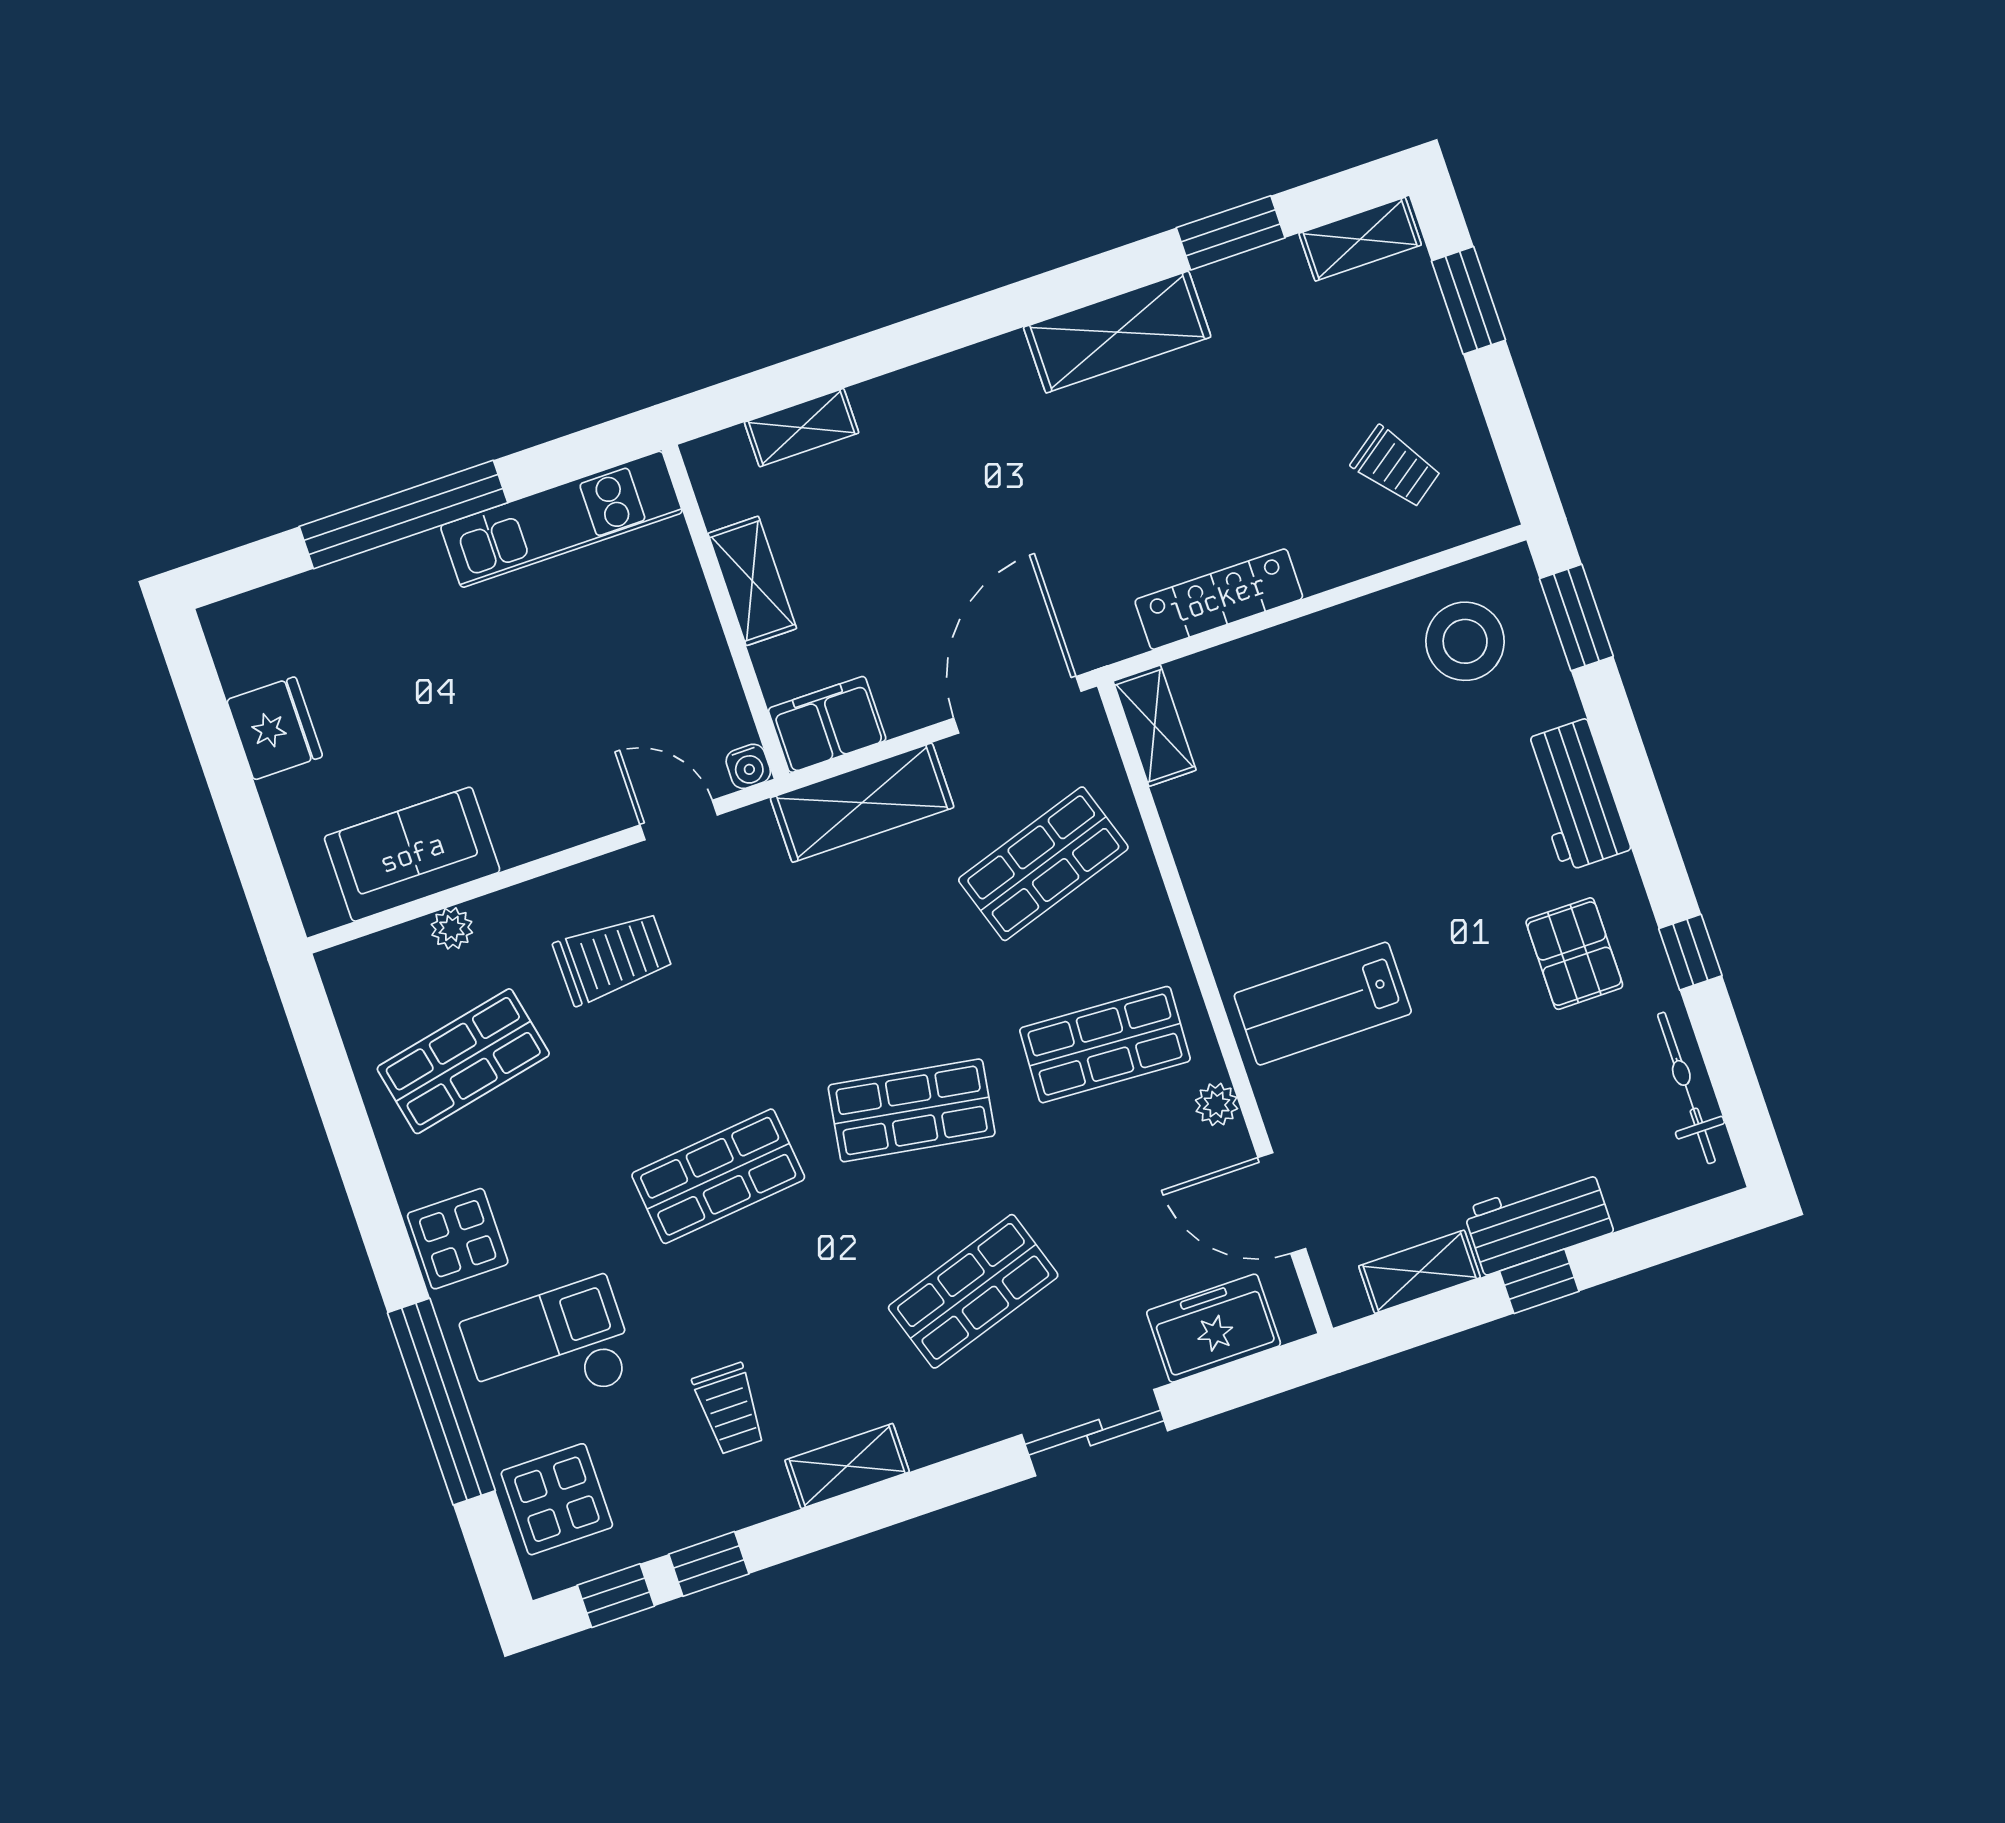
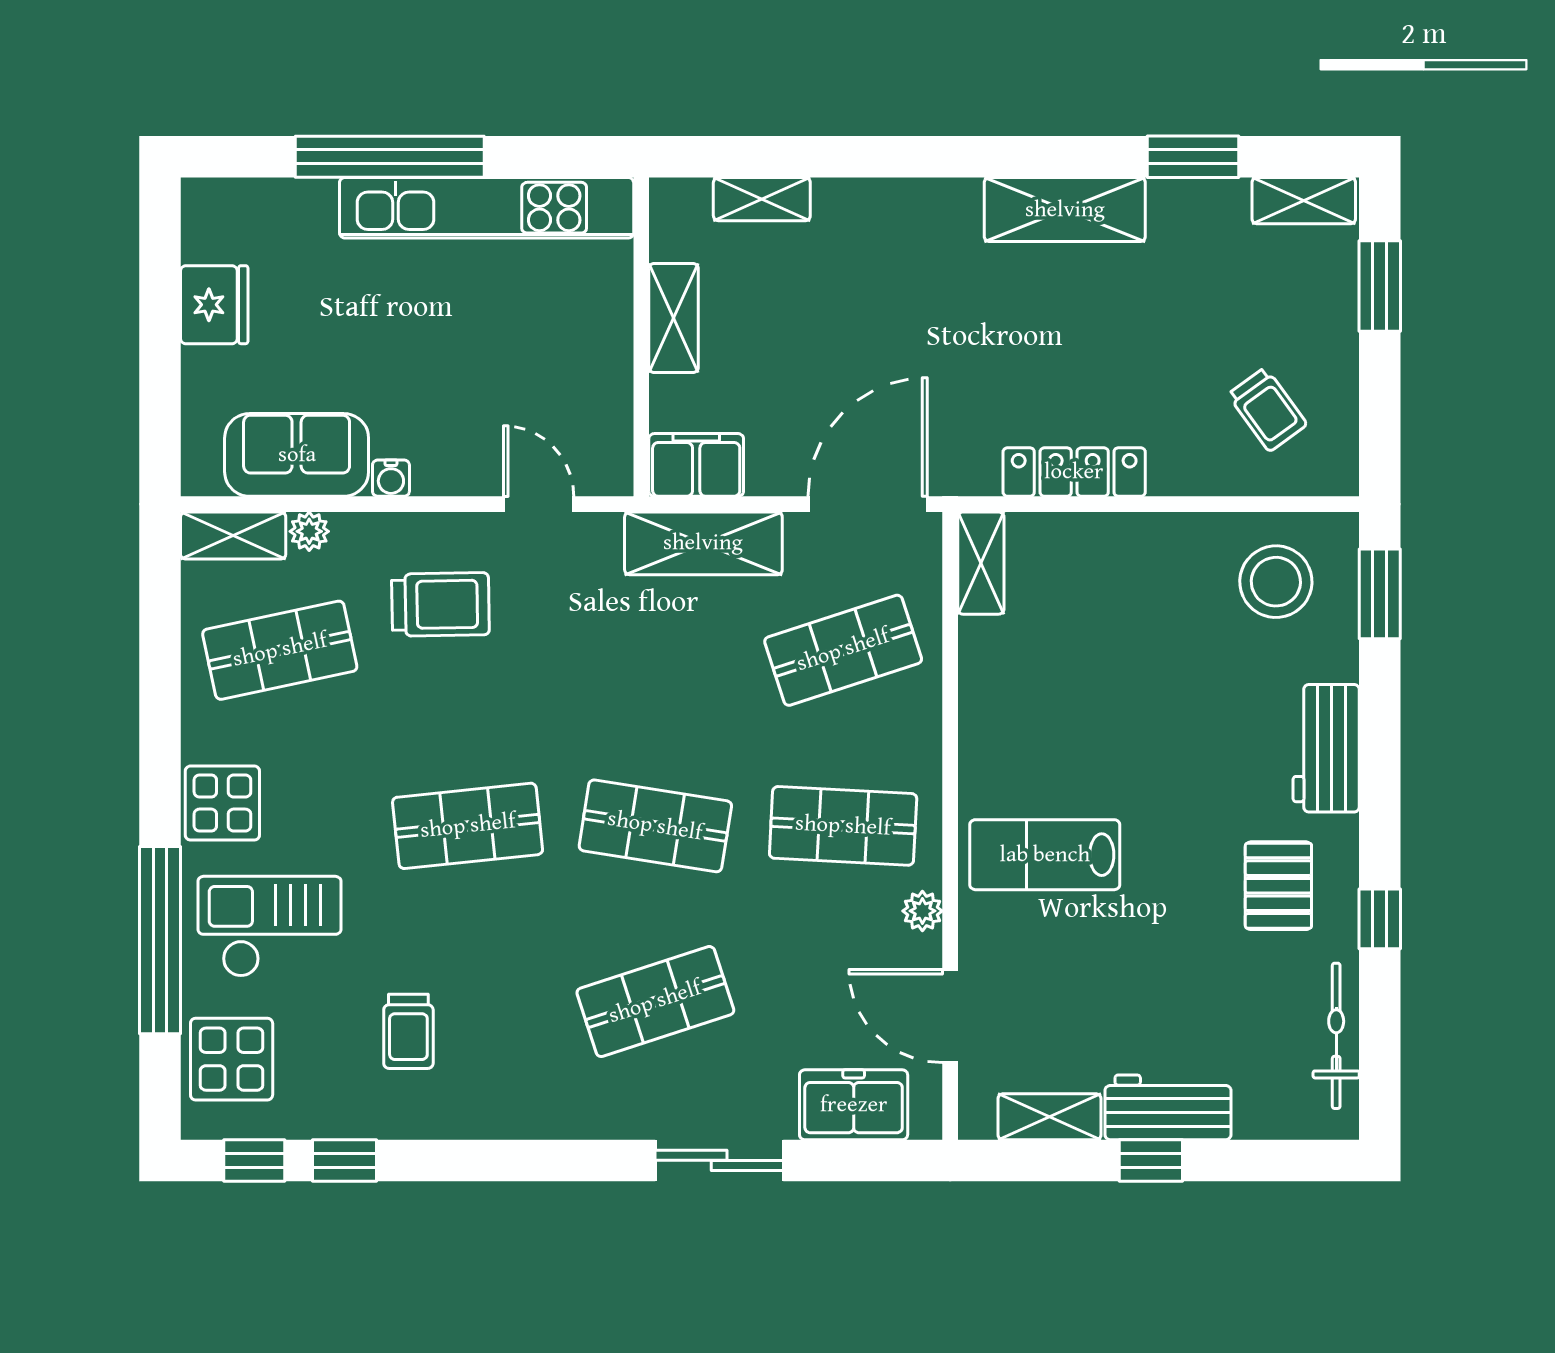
kitchen unit: (561, 519) -> (487, 208), width x1.36
water cooler: (748, 766) -> (391, 478), moved
shelving: (847, 1466) -> (233, 536), moved

